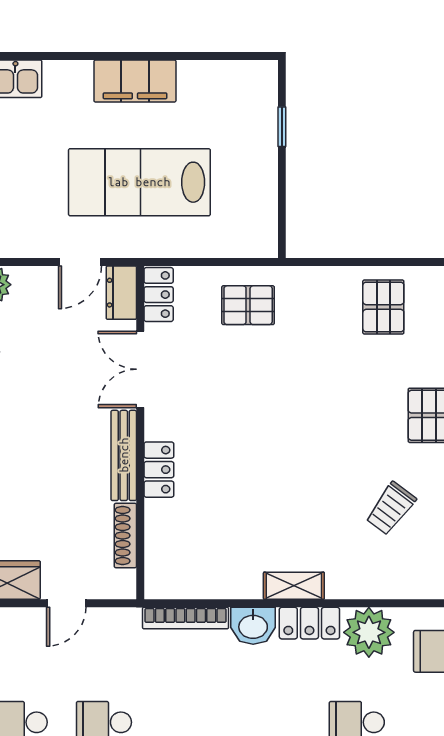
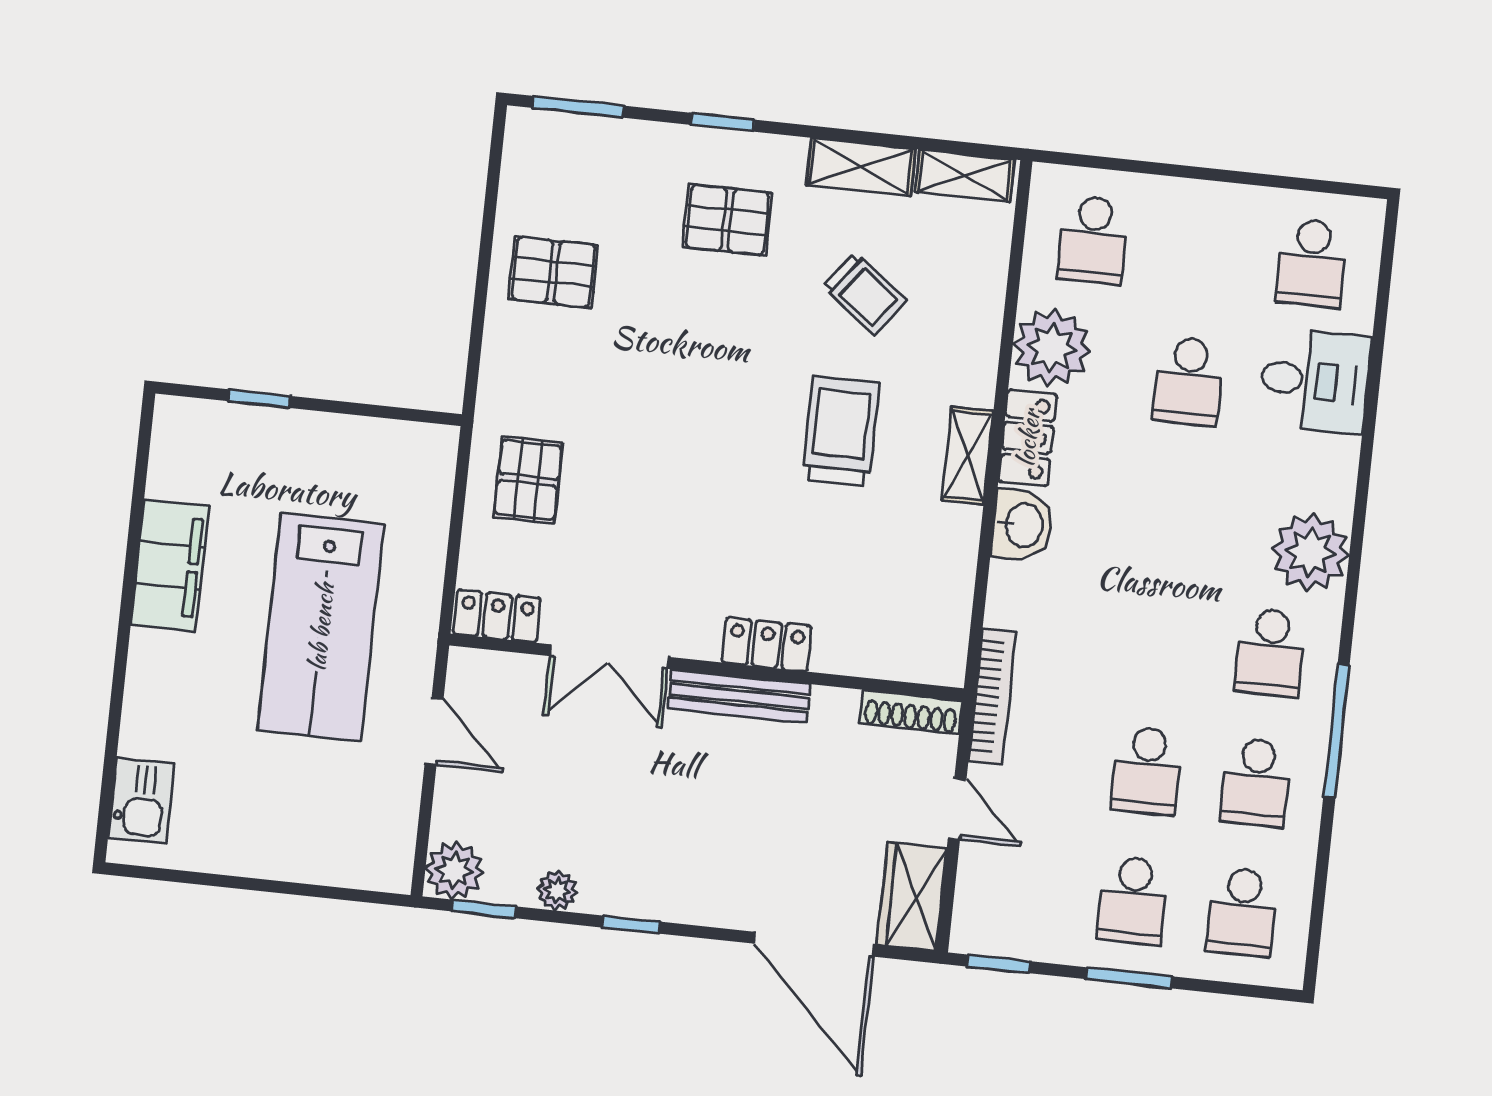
filing cabinet: (135, 81) -> (170, 565), moved
dresser: (121, 293) -> (488, 673), removed
trolley: (301, 503) -> (841, 431), added
shoe rack: (125, 536) -> (911, 712), moved
bookcase: (186, 618) -> (992, 697), moved

